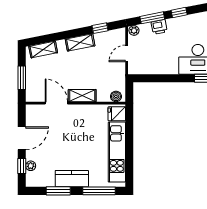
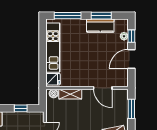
window: (156, 78) -> (21, 108), added
shelving: (82, 96) -> (70, 94), moved
kitchen counter: (72, 179) -> (100, 26), moved

